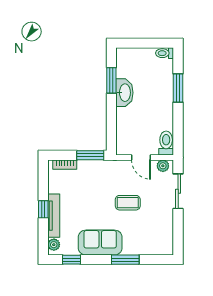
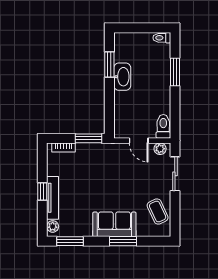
coffee table: (128, 203) -> (158, 211), moved, turned 65
sofa: (100, 243) -> (114, 224), moved
window: (71, 260) -> (70, 241), width x1.50

